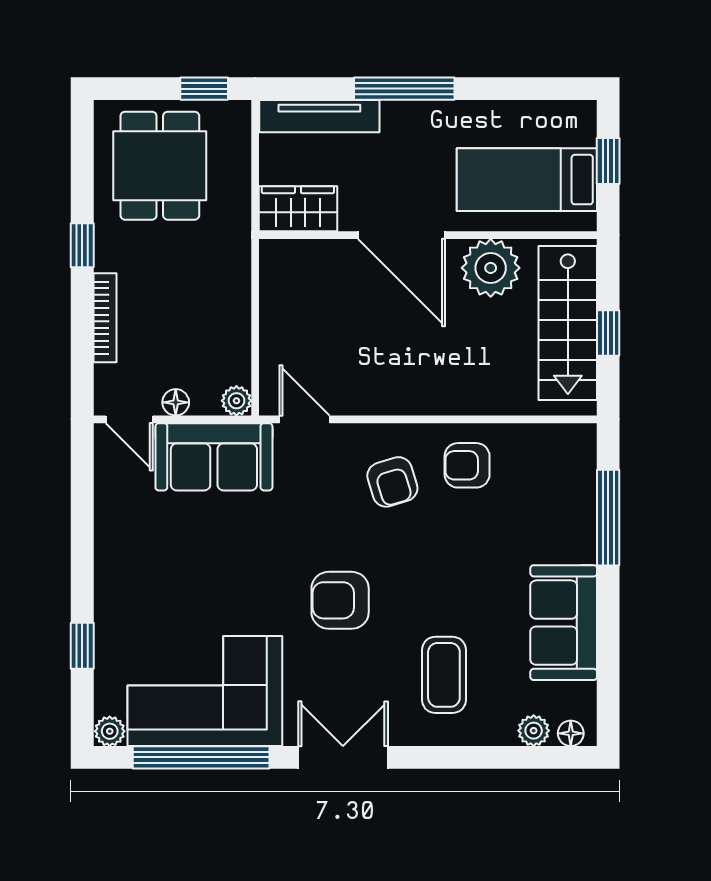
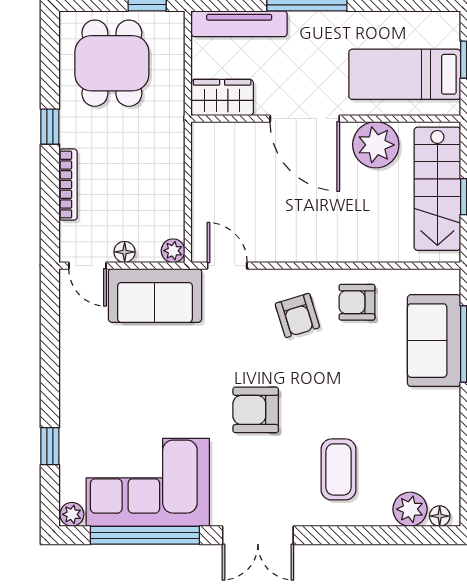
sofa: (564, 623) -> (434, 341), moved
plant: (534, 731) -> (410, 509), width x1.38, depth x1.38
double door: (343, 757) -> (258, 535), swing flipped

